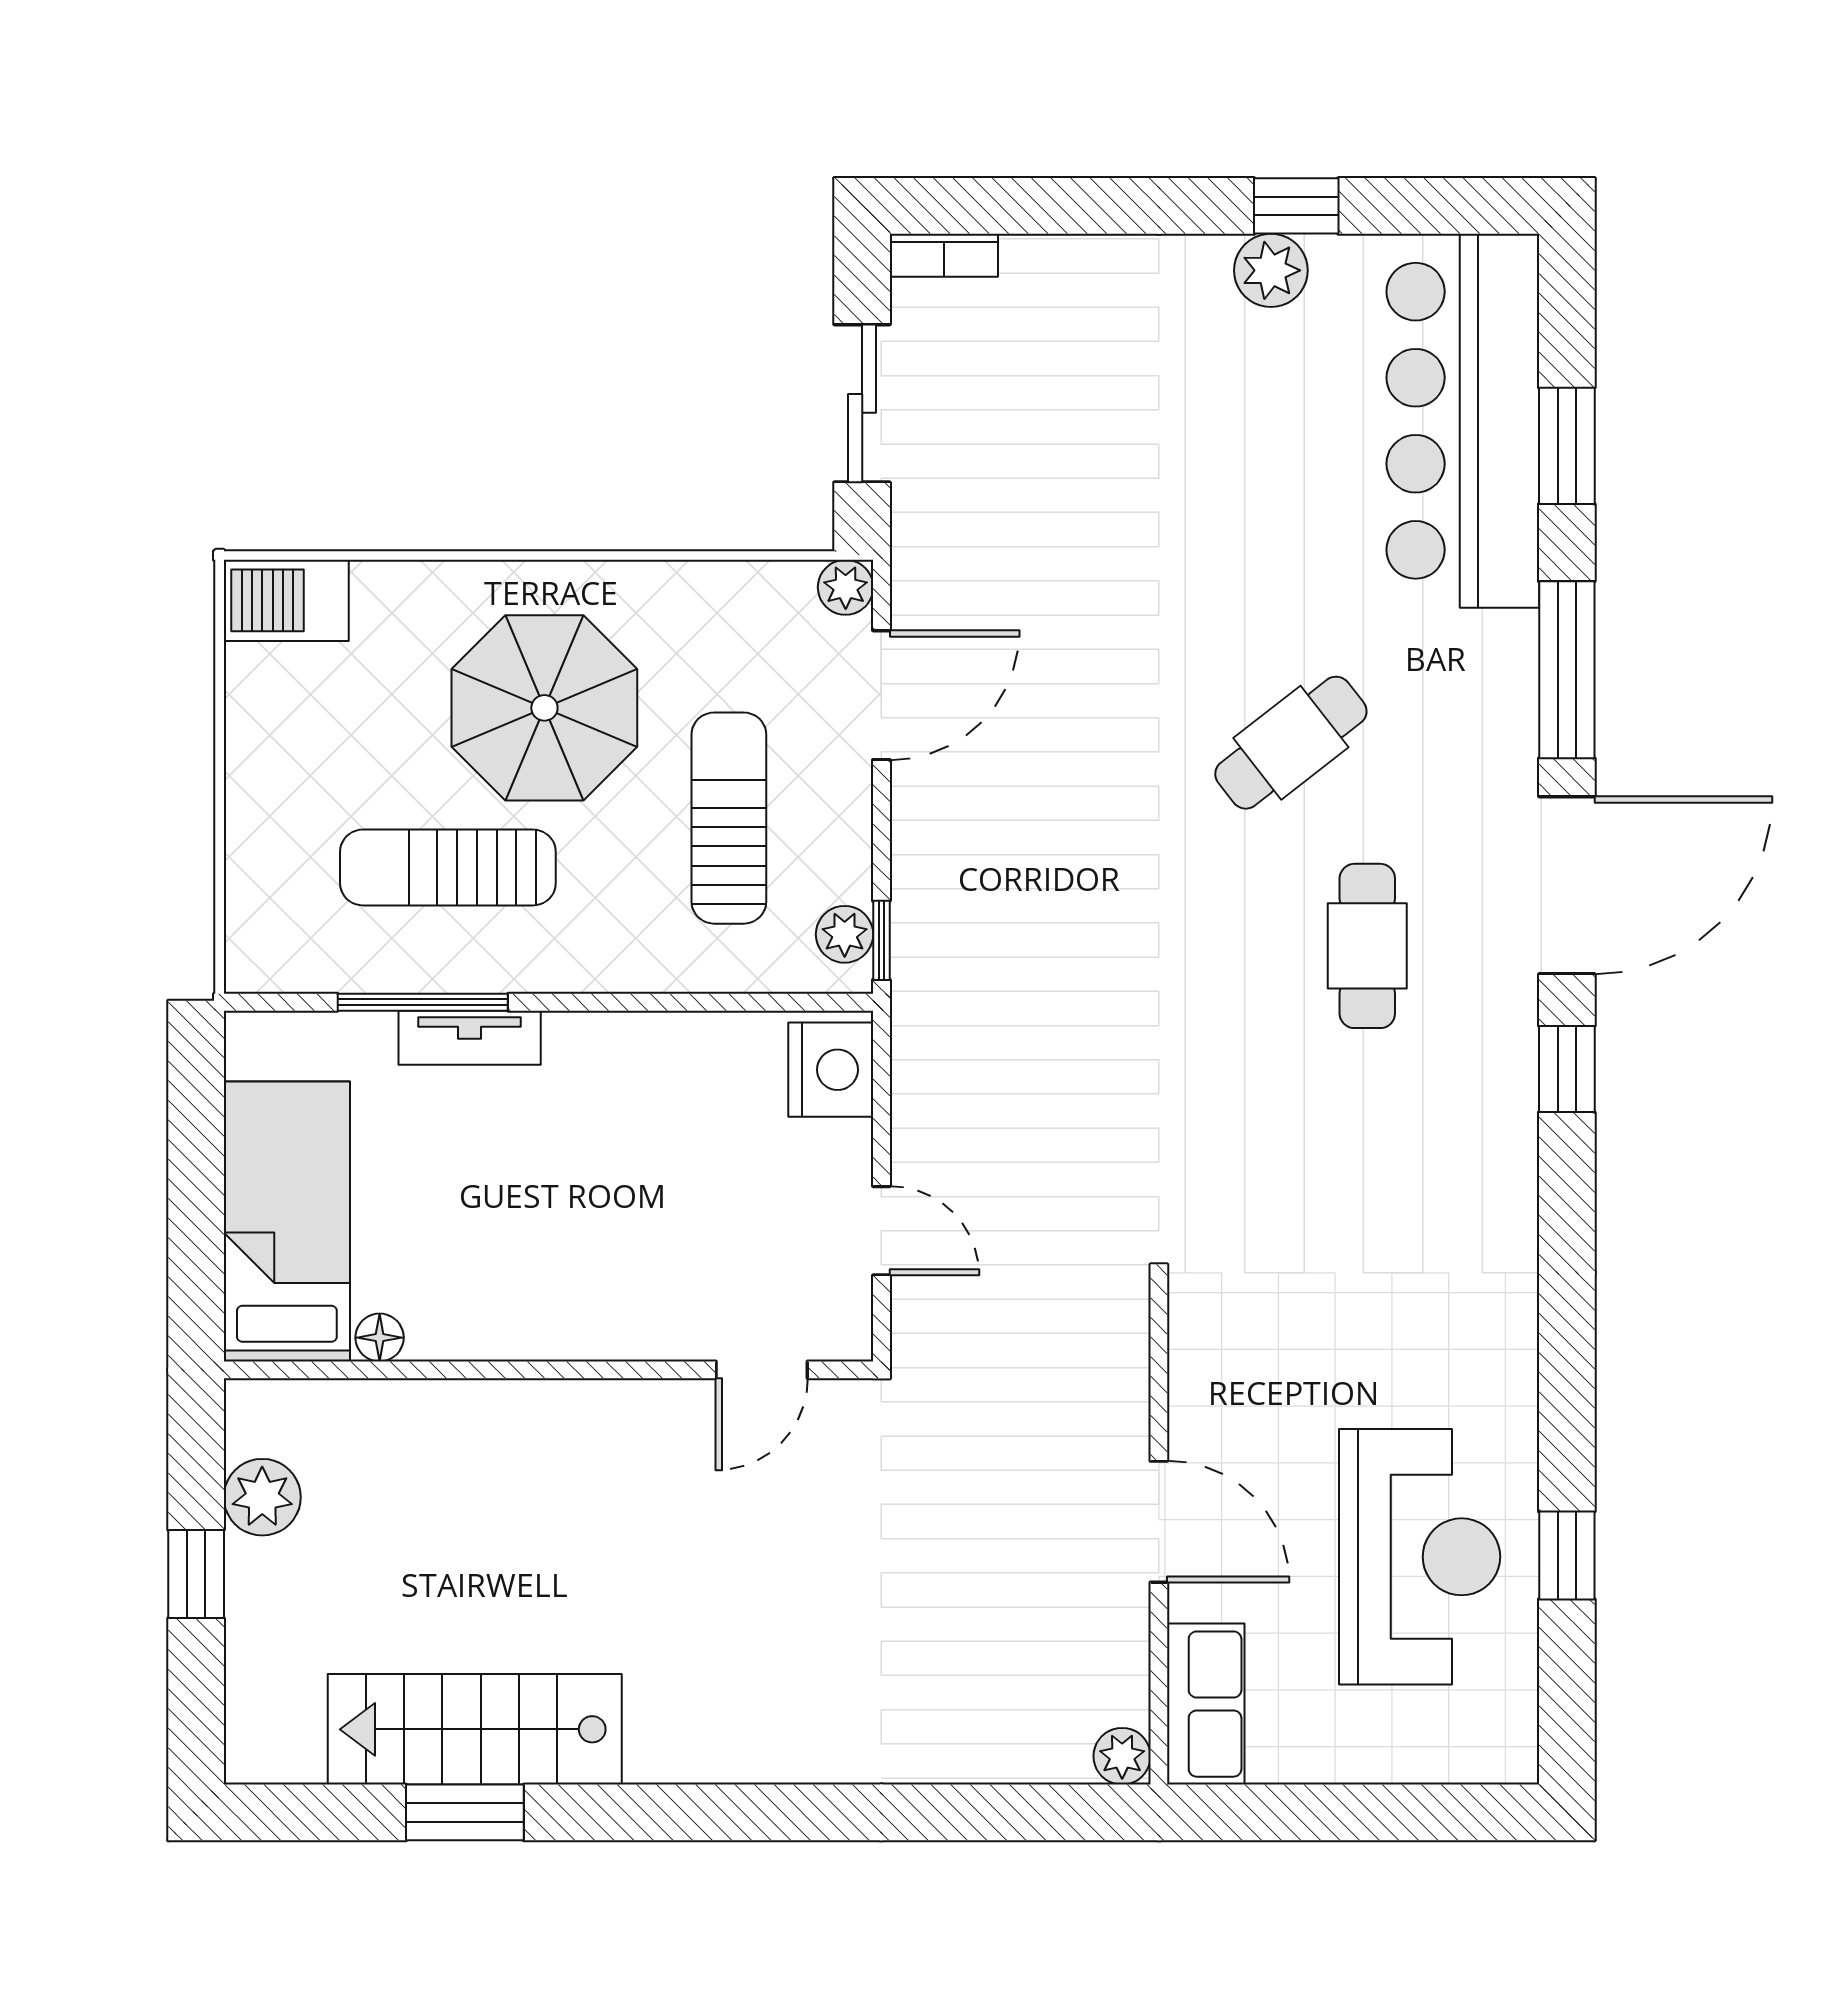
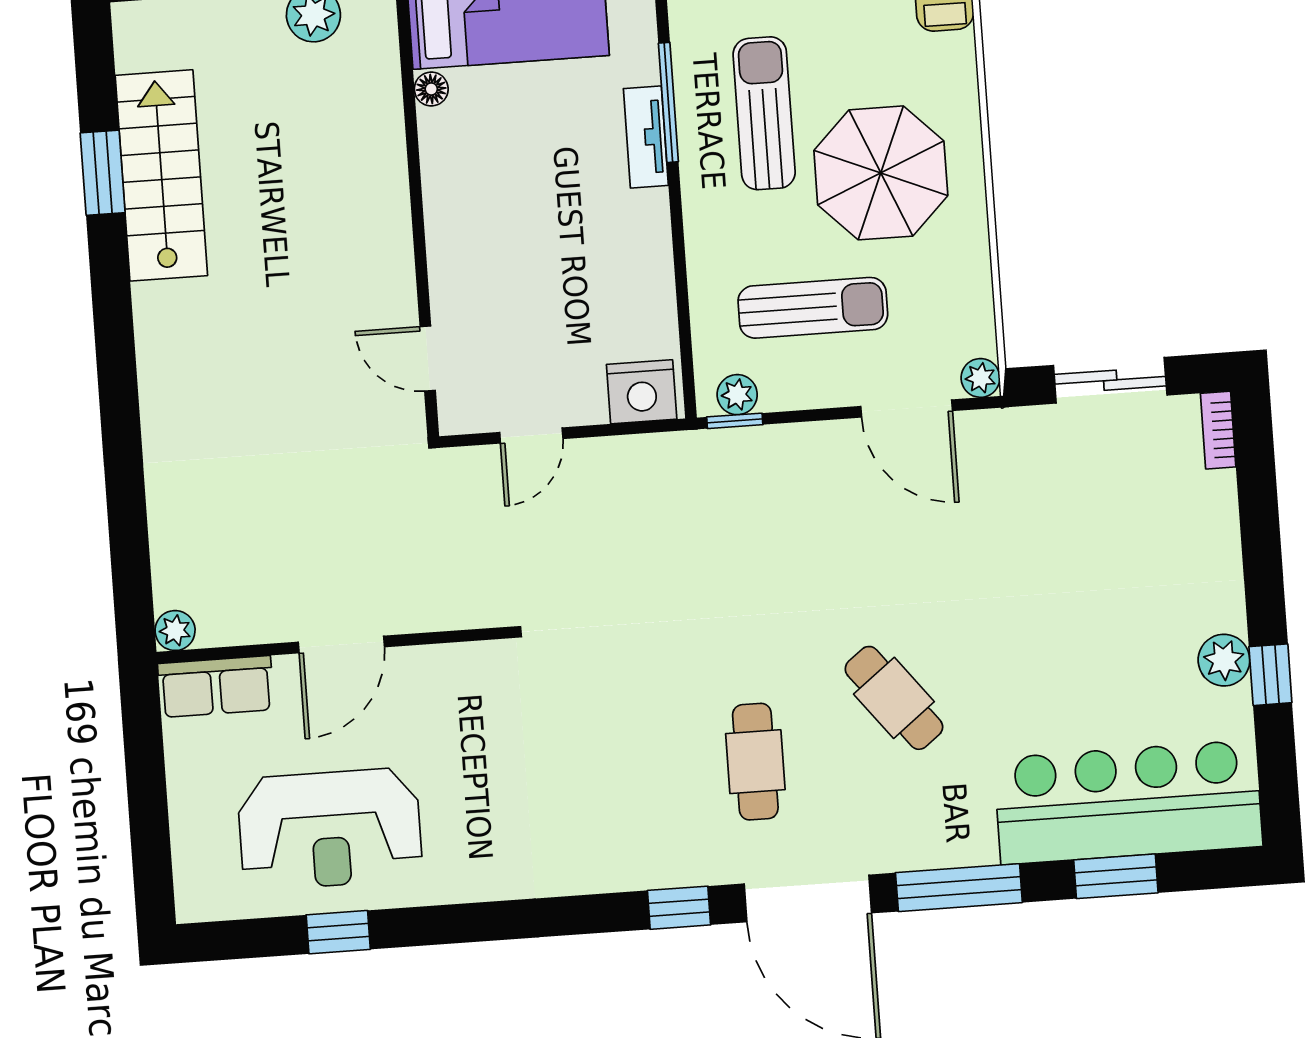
cafe table: (1367, 946) -> (755, 762), turned 90

